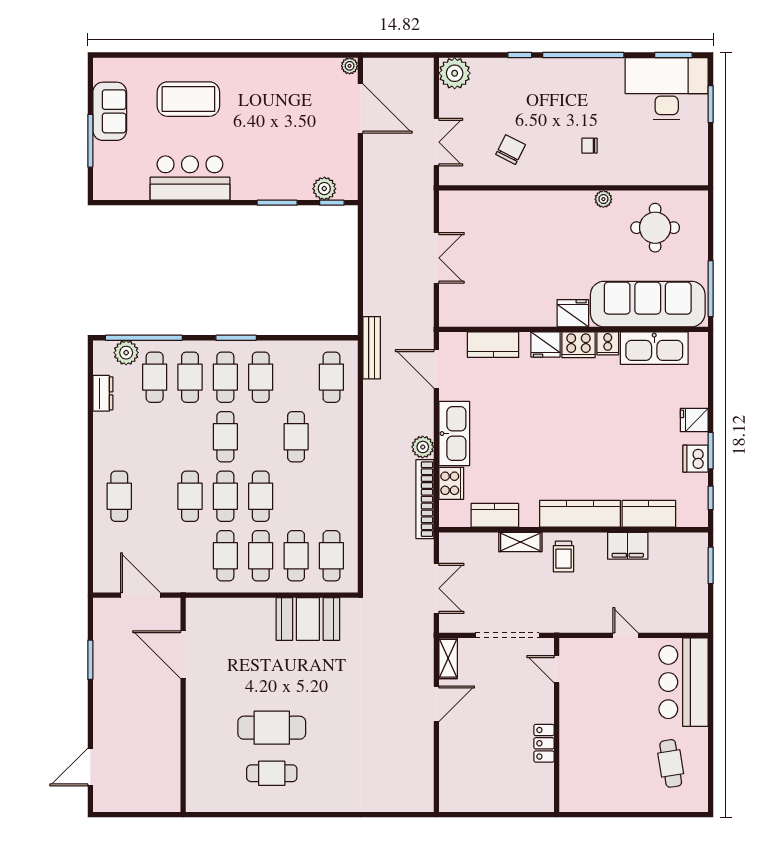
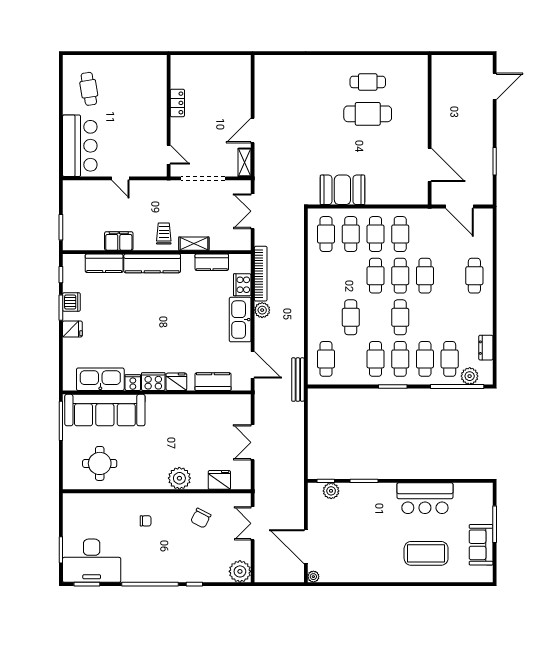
plant: (603, 199) -> (179, 478), moved, width x1.87, depth x1.87
fridge: (573, 313) -> (219, 480), moved, turned 180

